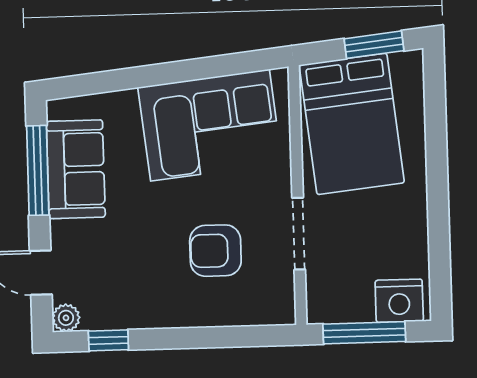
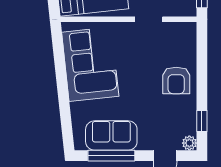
doorway: (299, 234) -> (149, 19), width x0.73
armchair: (215, 251) -> (176, 80), moved

